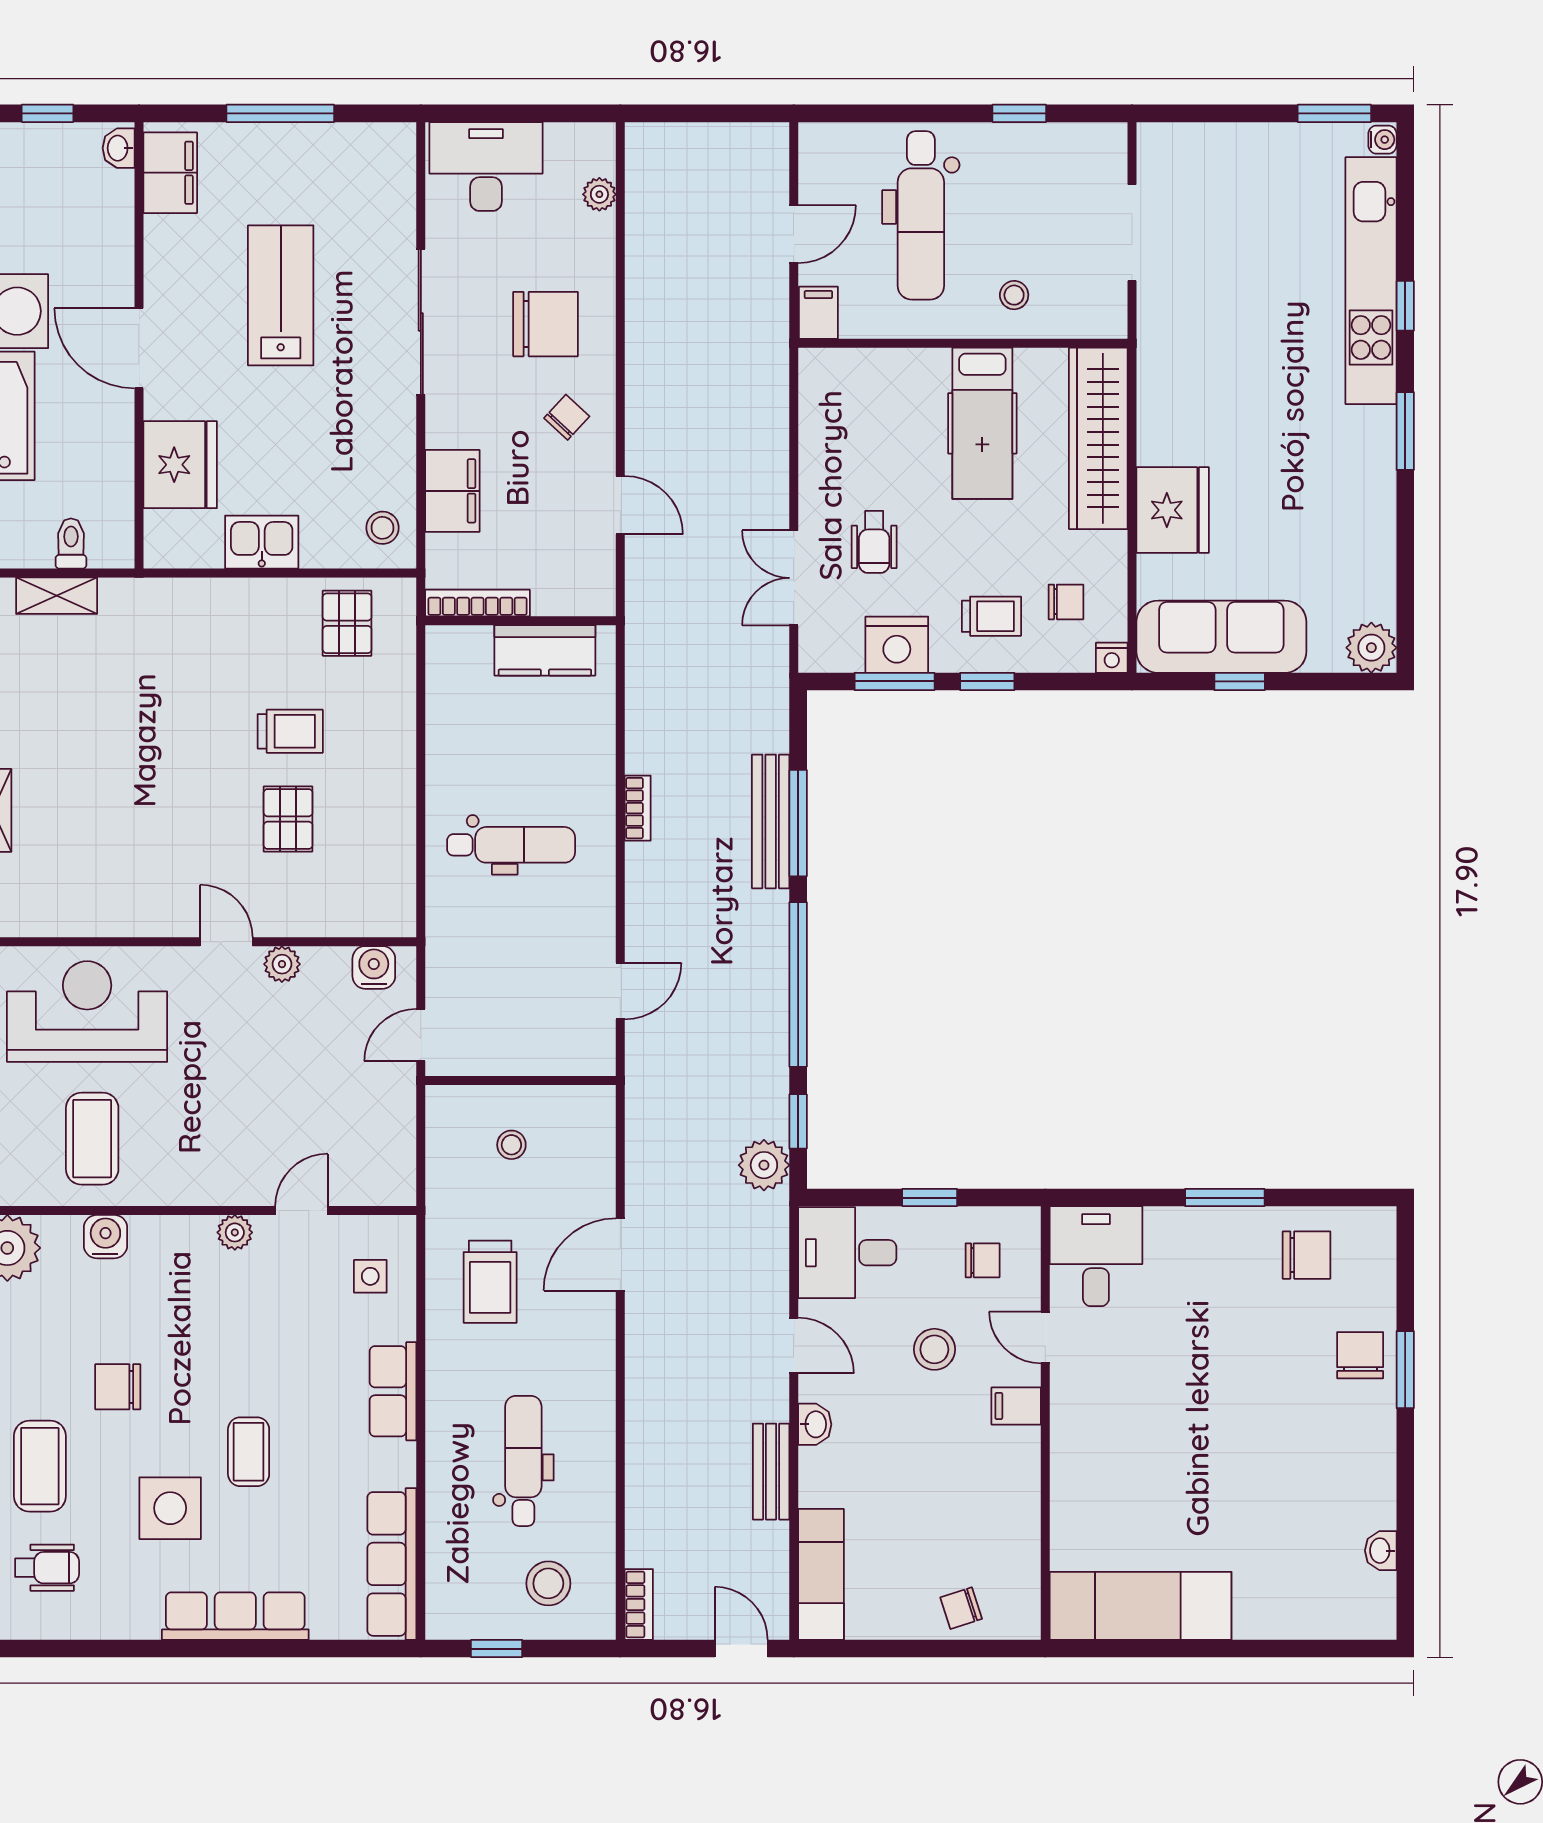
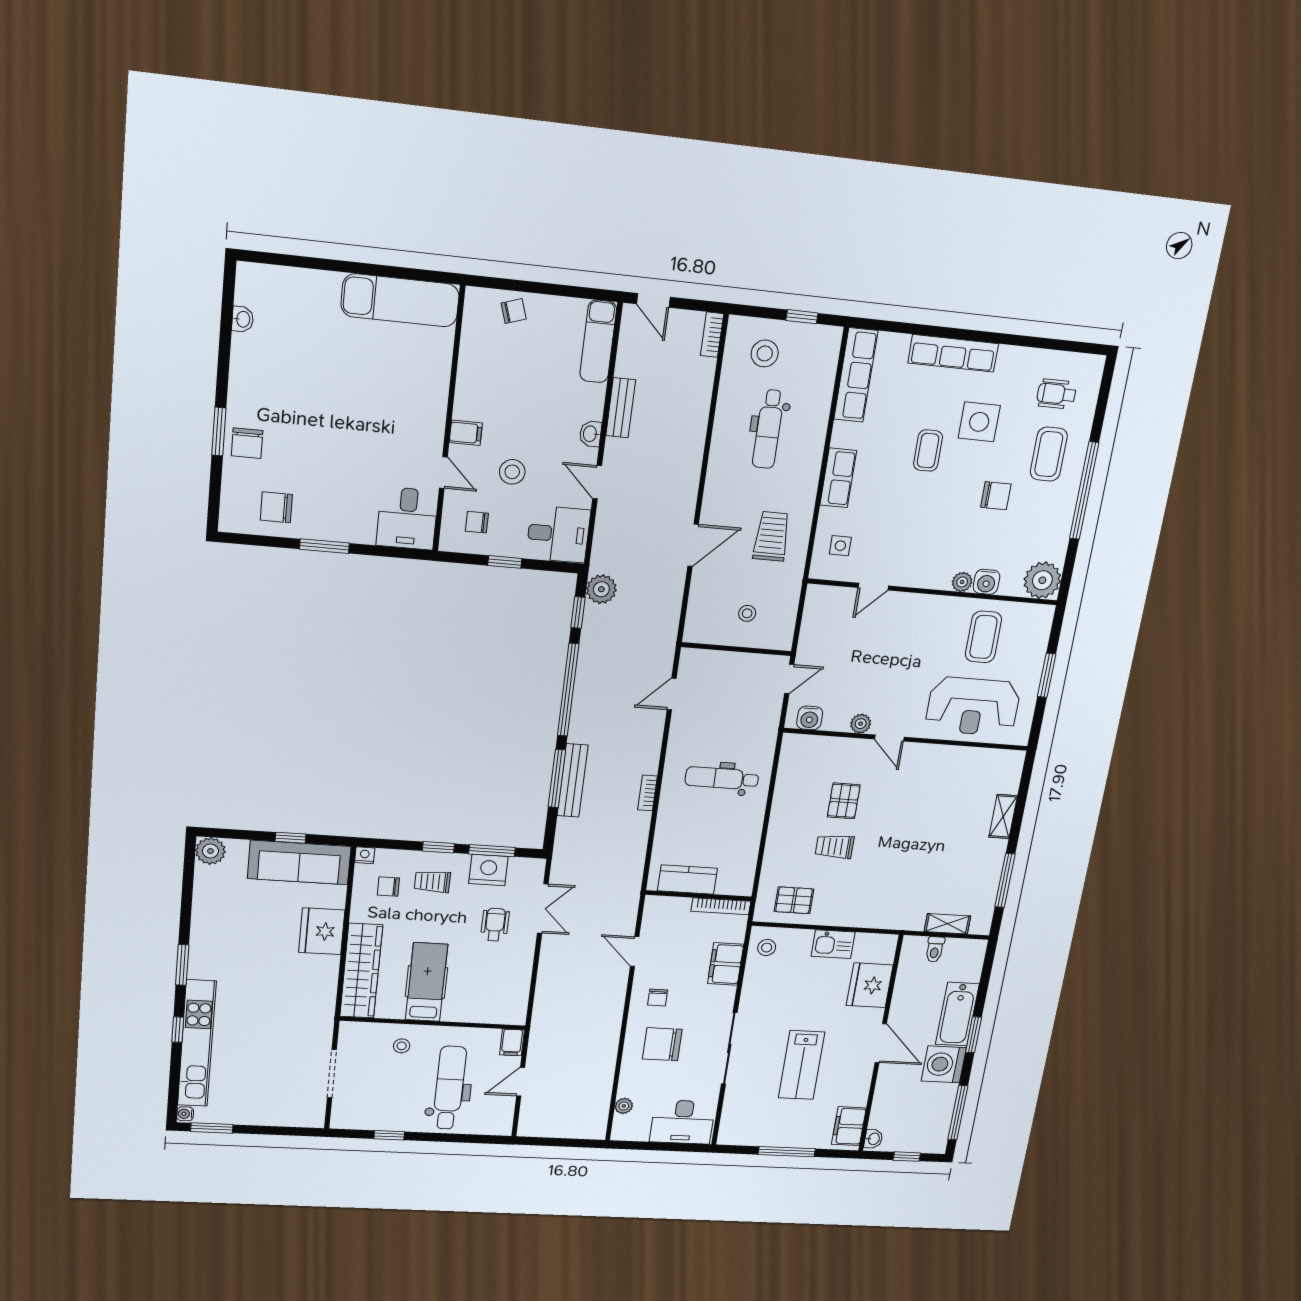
chair: (567, 417) -> (658, 997), turned -43
pallet: (347, 623) -> (794, 900), turned 90
plant: (235, 1232) -> (962, 582), moved

